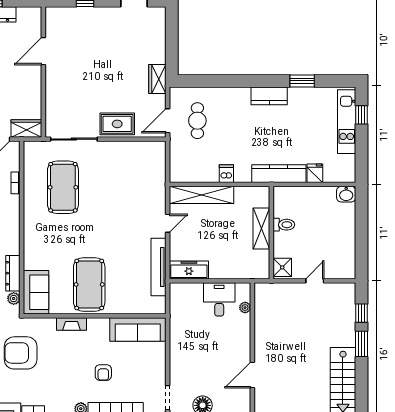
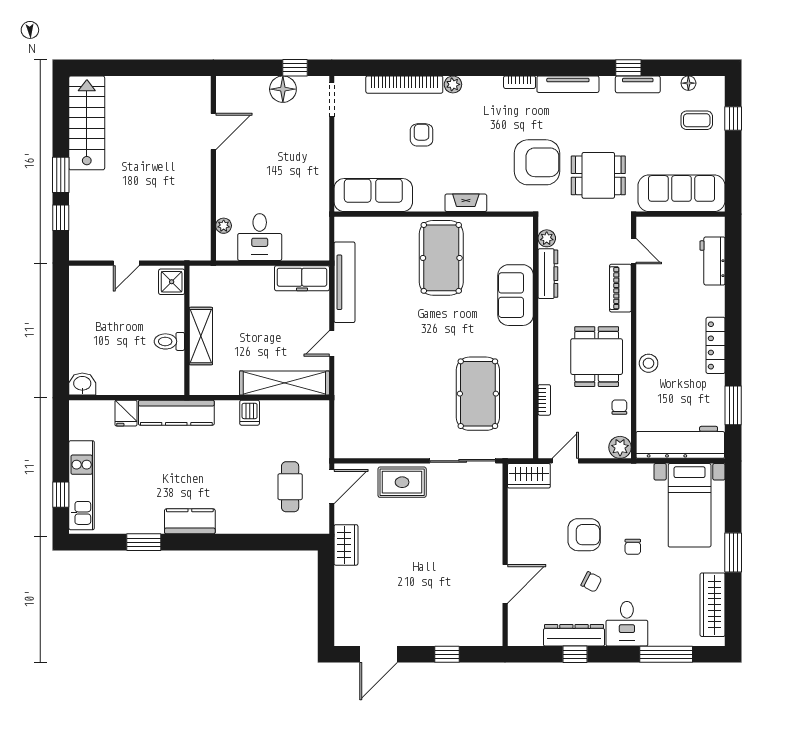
sofa: (36, 292) -> (516, 295), moved

